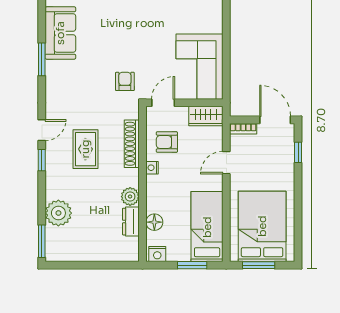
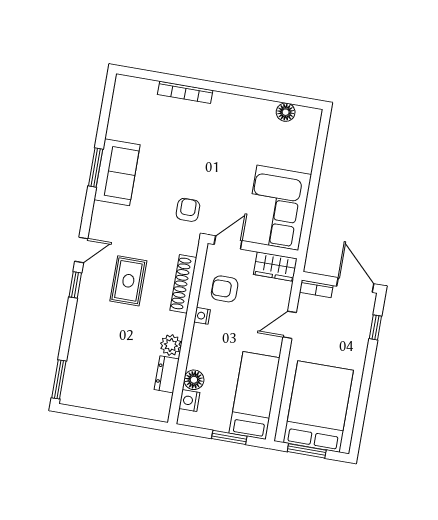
sofa: (60, 33) -> (117, 172), moved
plant: (58, 213) -> (84, 350), removed
nightstand: (157, 254) -> (189, 401), moved, turned 90

